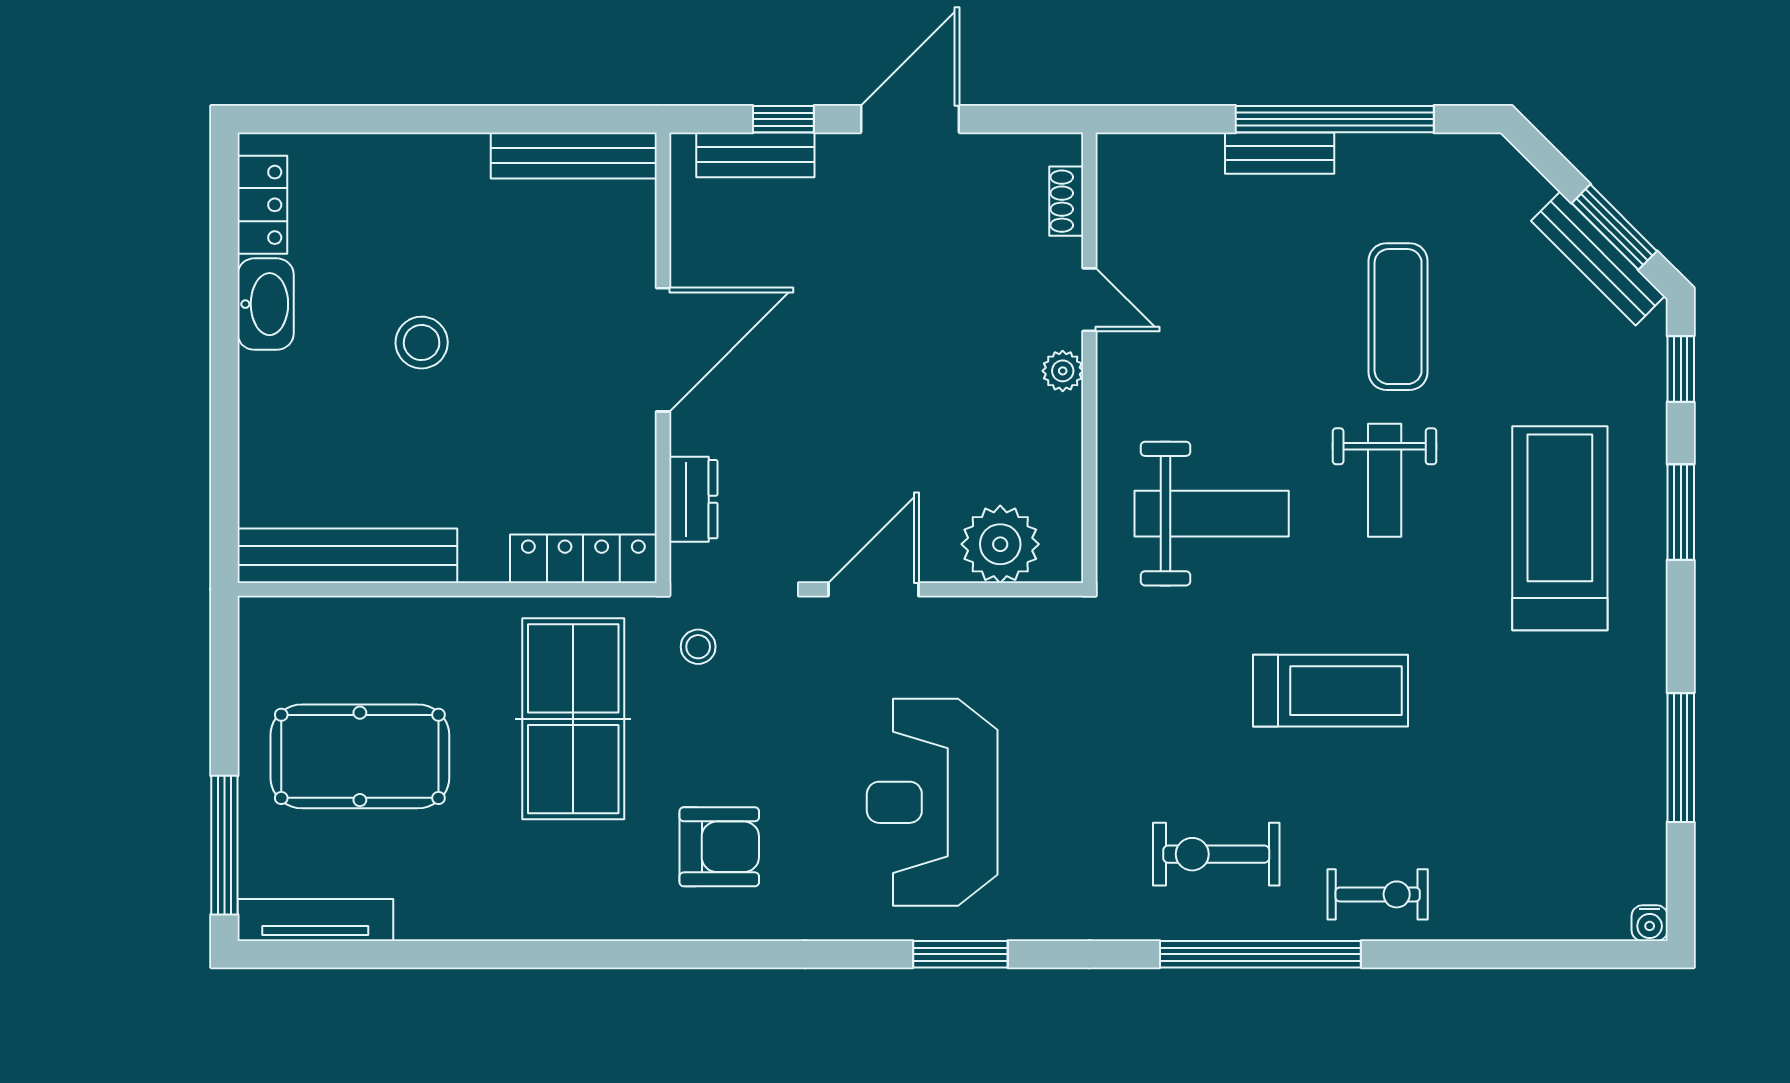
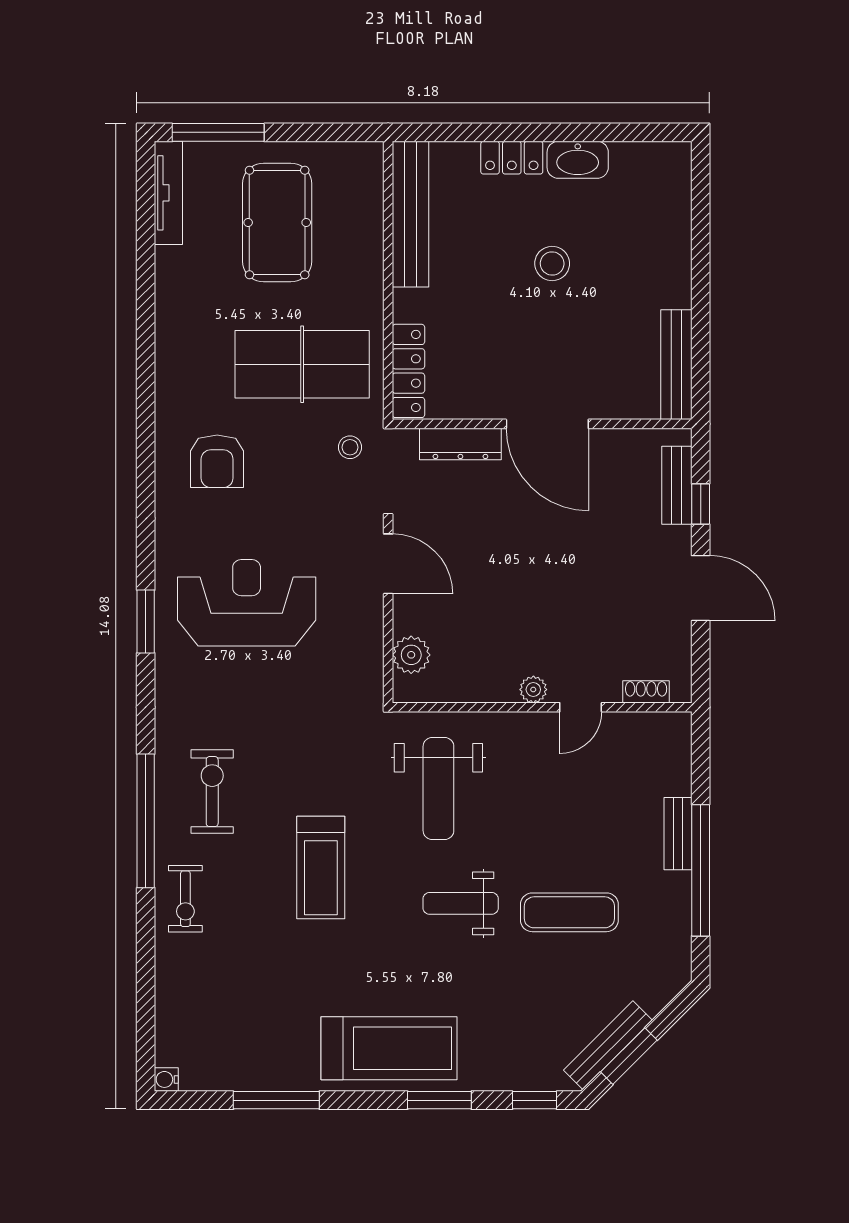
locker: (262, 205) -> (512, 158), moved
dresser: (693, 499) -> (460, 444), width x1.44
treadmill: (1560, 528) -> (389, 1048), moved
plant: (1000, 544) -> (411, 655), width x0.73, depth x0.73

